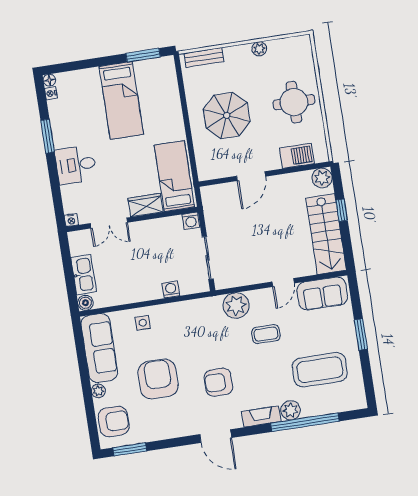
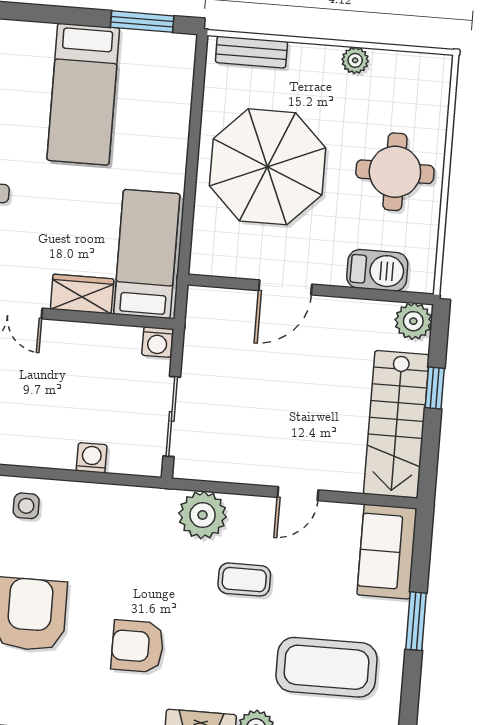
parasol: (227, 115) -> (268, 167), width x1.36, depth x1.36
sofa: (322, 293) -> (387, 552), moved, turned 90

